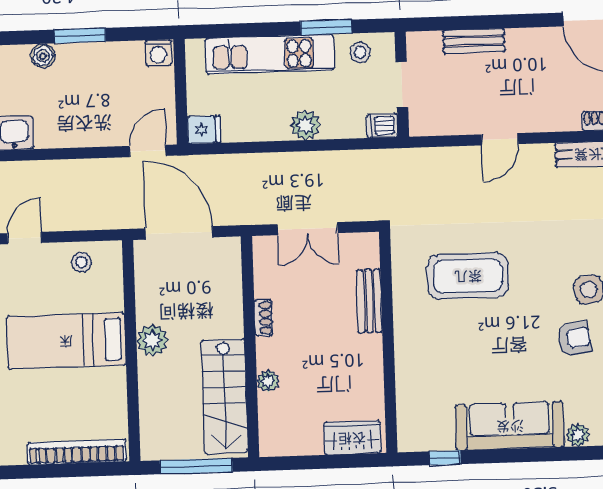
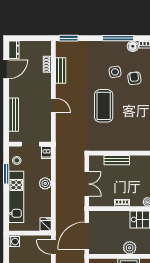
bench: (474, 41) -> (14, 115), width x1.36
coffee table: (468, 276) -> (104, 106), moved

